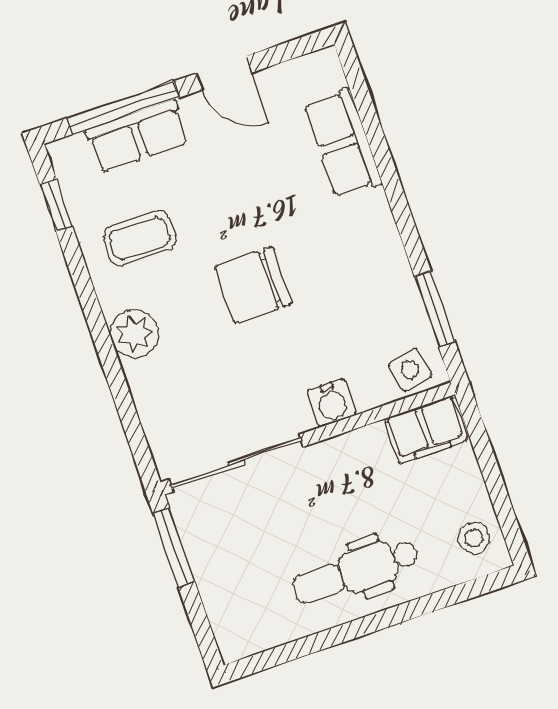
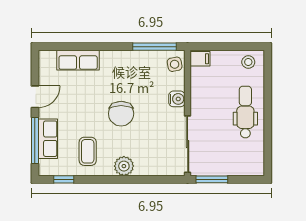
window: (435, 309) -> (155, 47), width x1.44
filing cabinet: (426, 430) -> (200, 59), width x0.50
dental chair: (356, 571) -> (245, 112), turned 180

